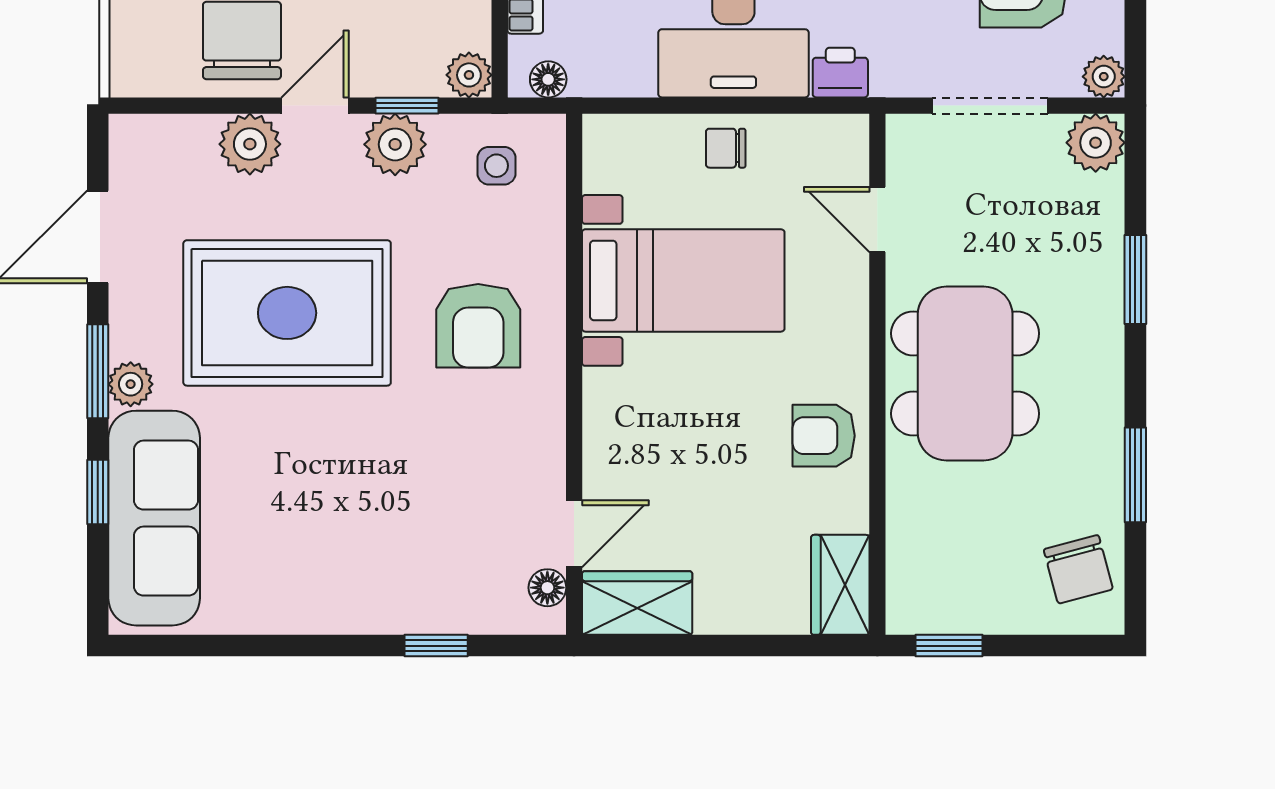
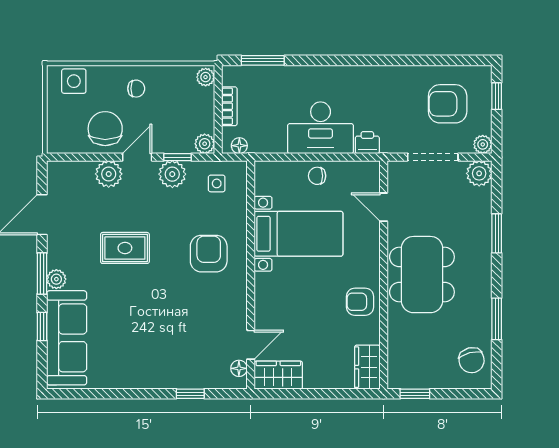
rug: (287, 313) -> (125, 248), width x0.54, depth x0.49
armchair: (478, 326) -> (209, 254), turned 180

